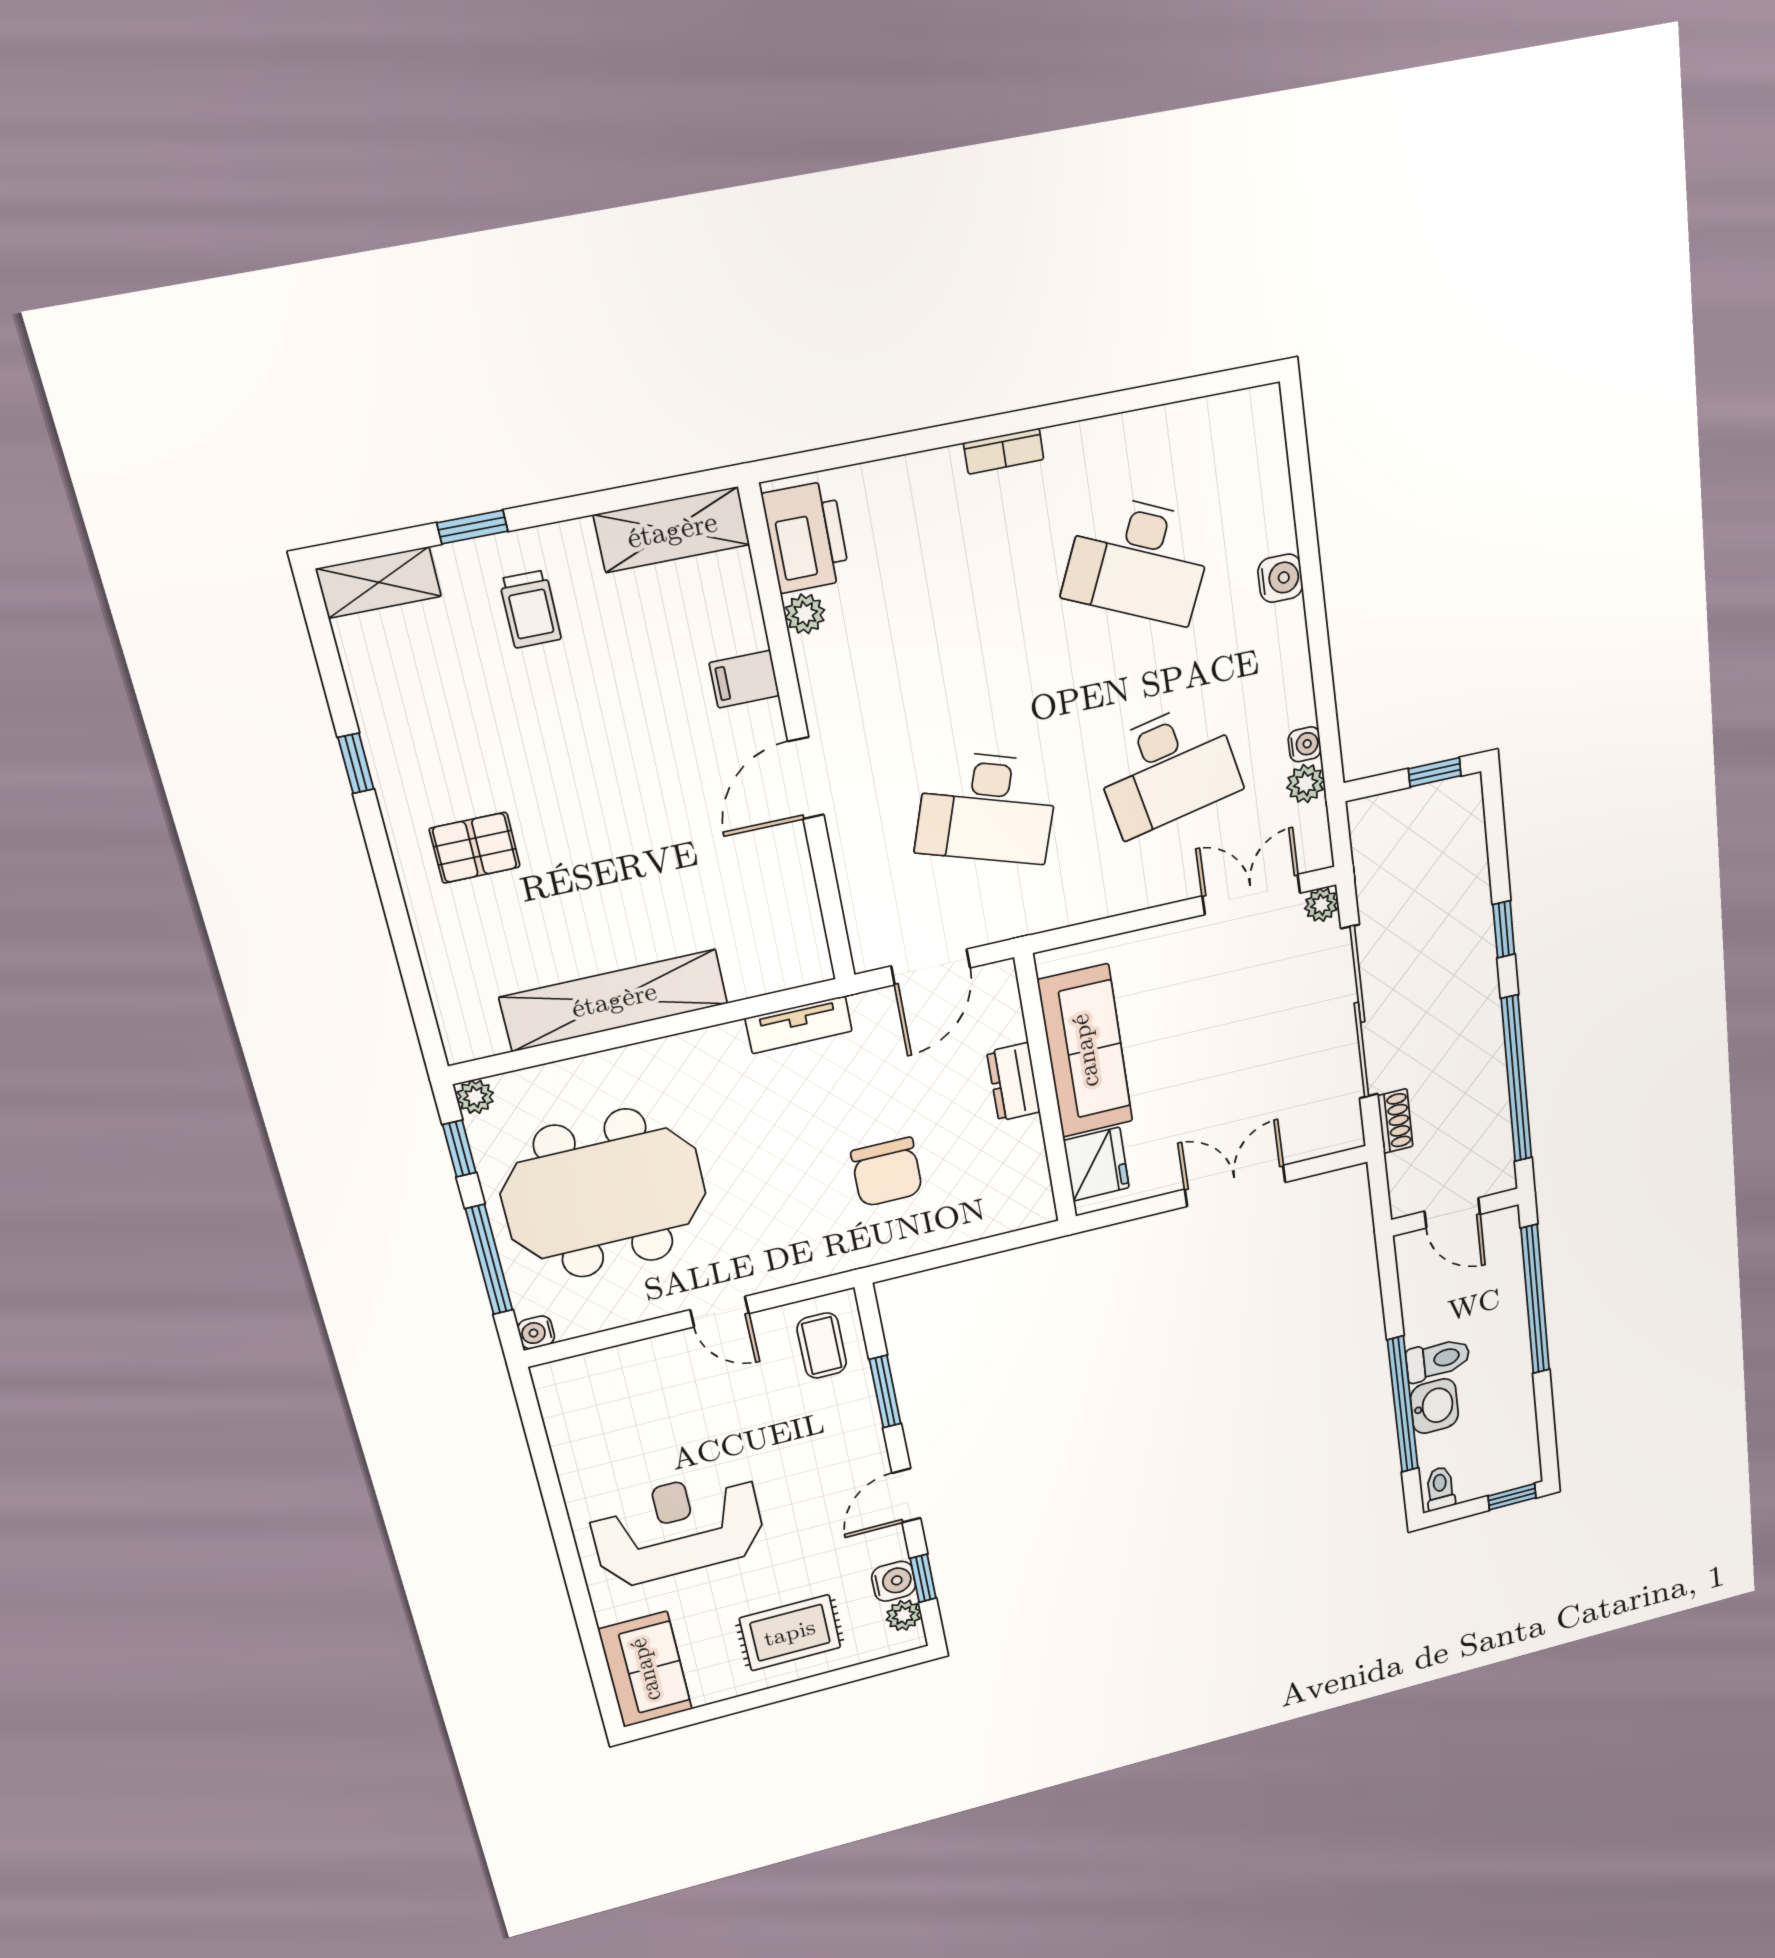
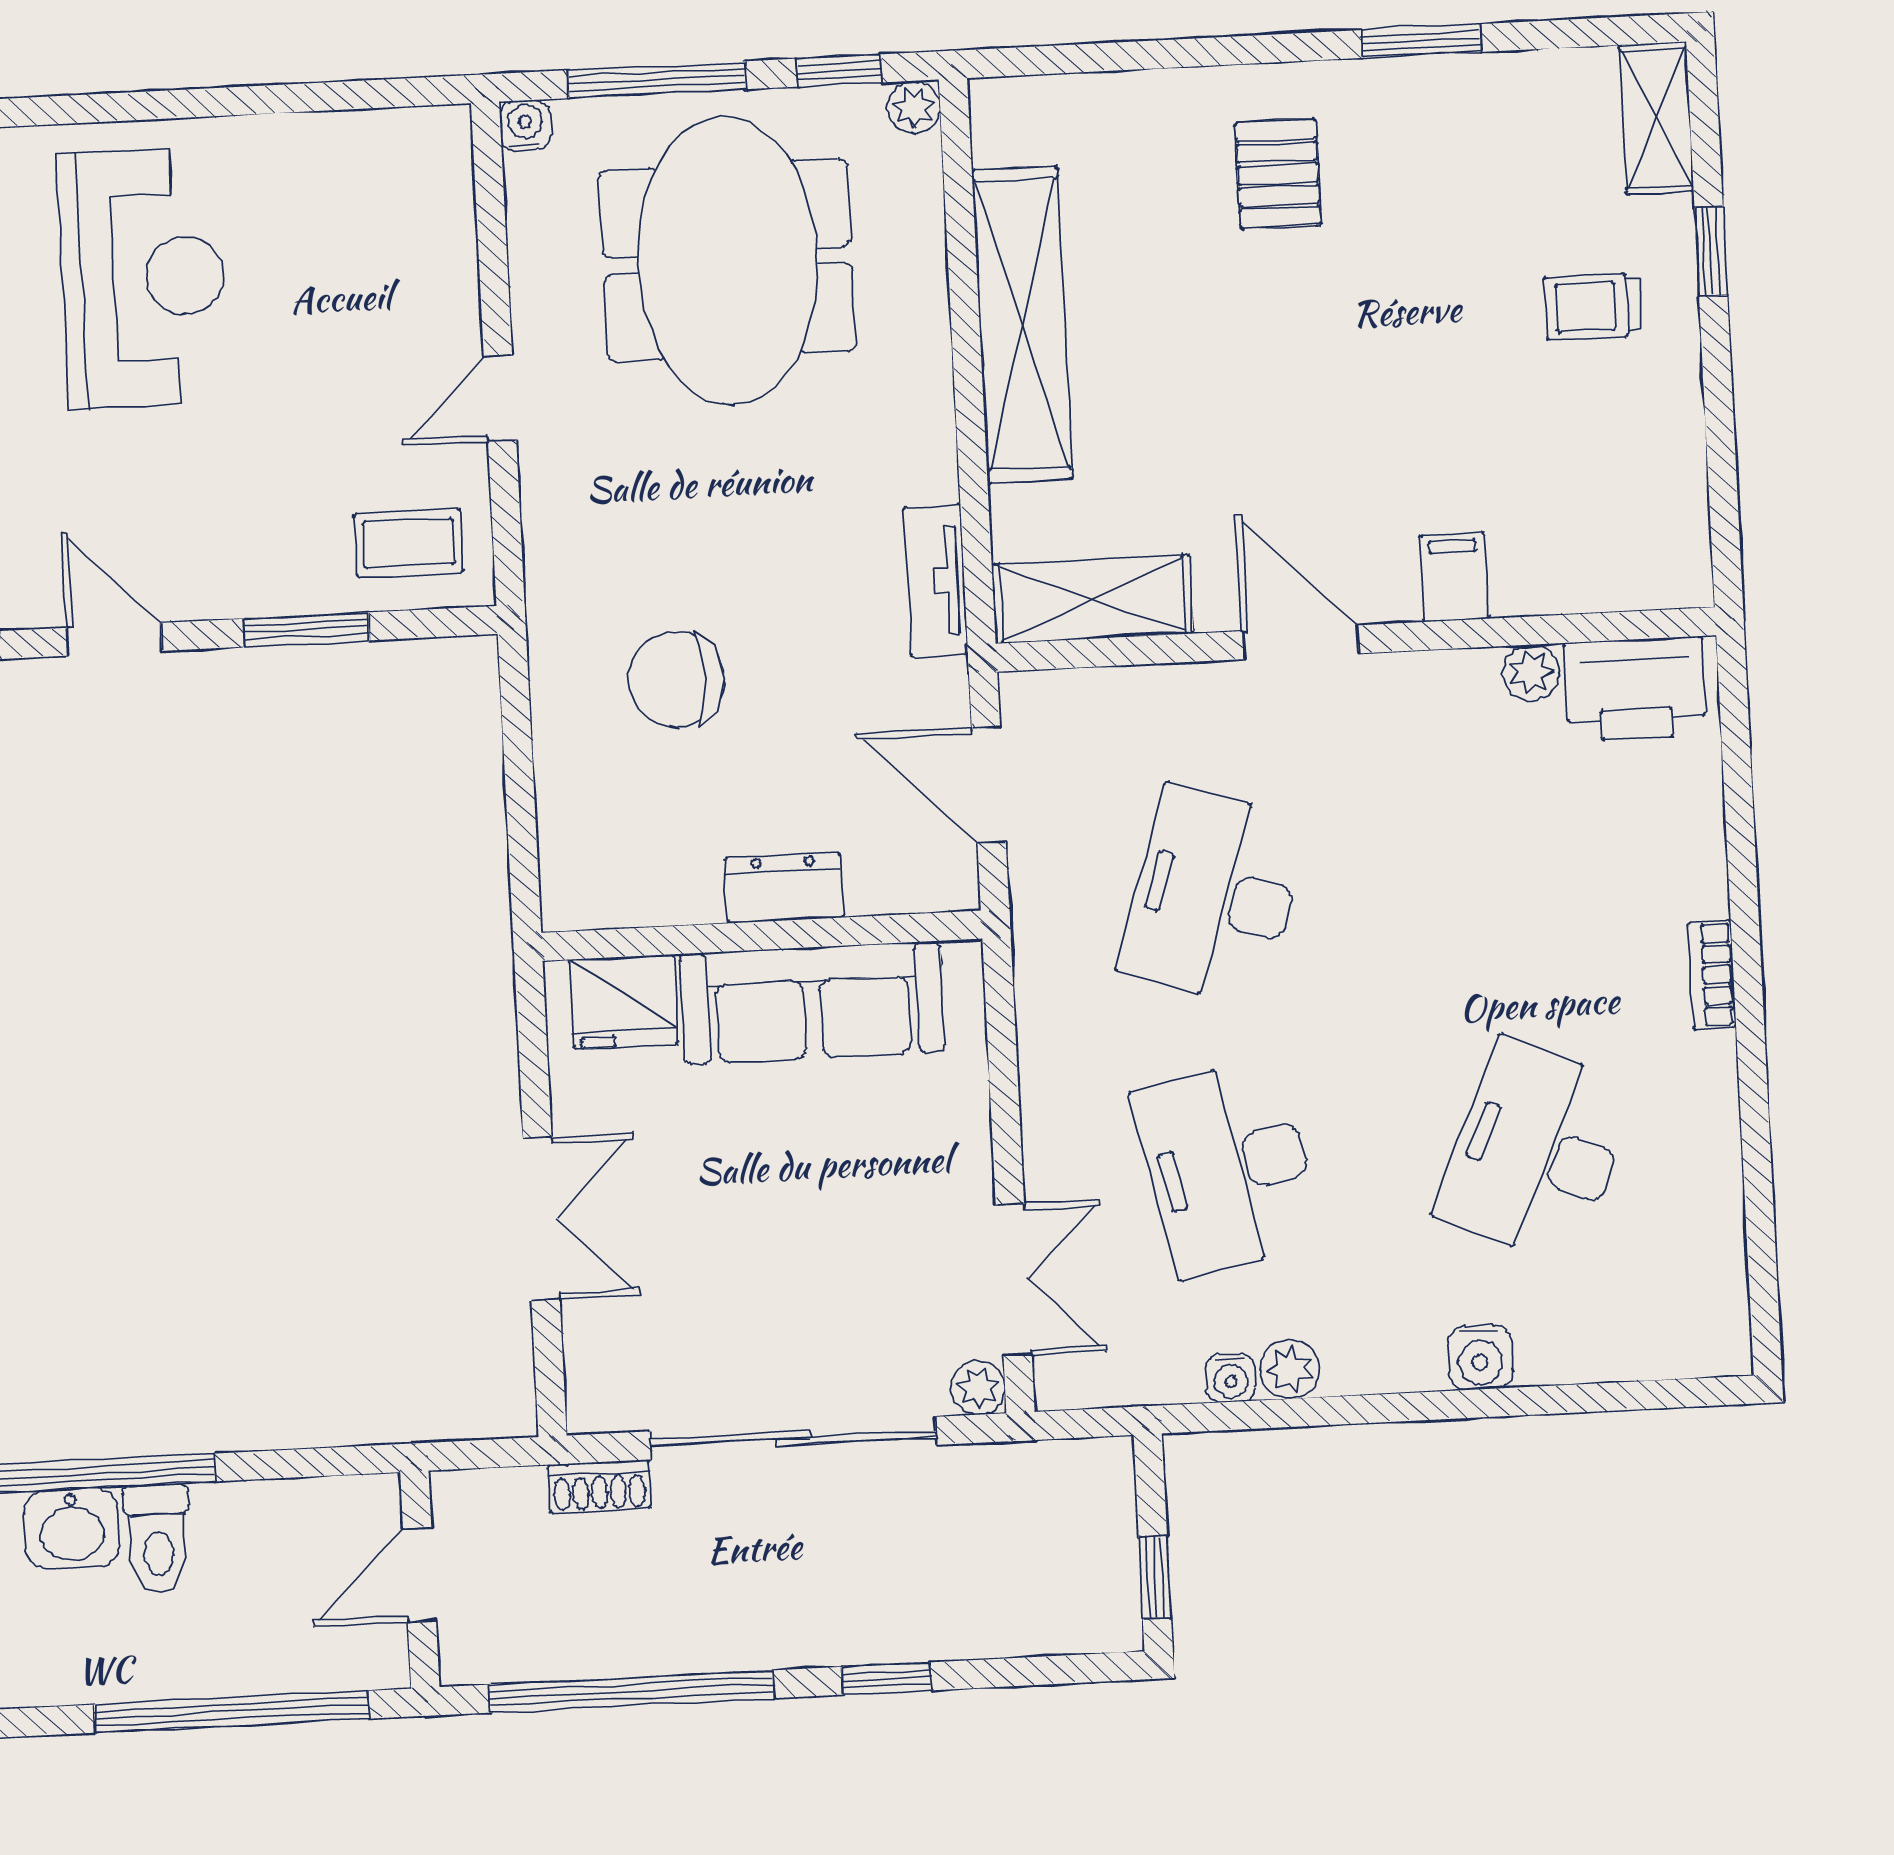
shelving: (672, 530) -> (1092, 599), moved, turned 90
window: (356, 763) -> (1421, 41), width x1.50
plant: (1306, 784) -> (1290, 1369), moved

